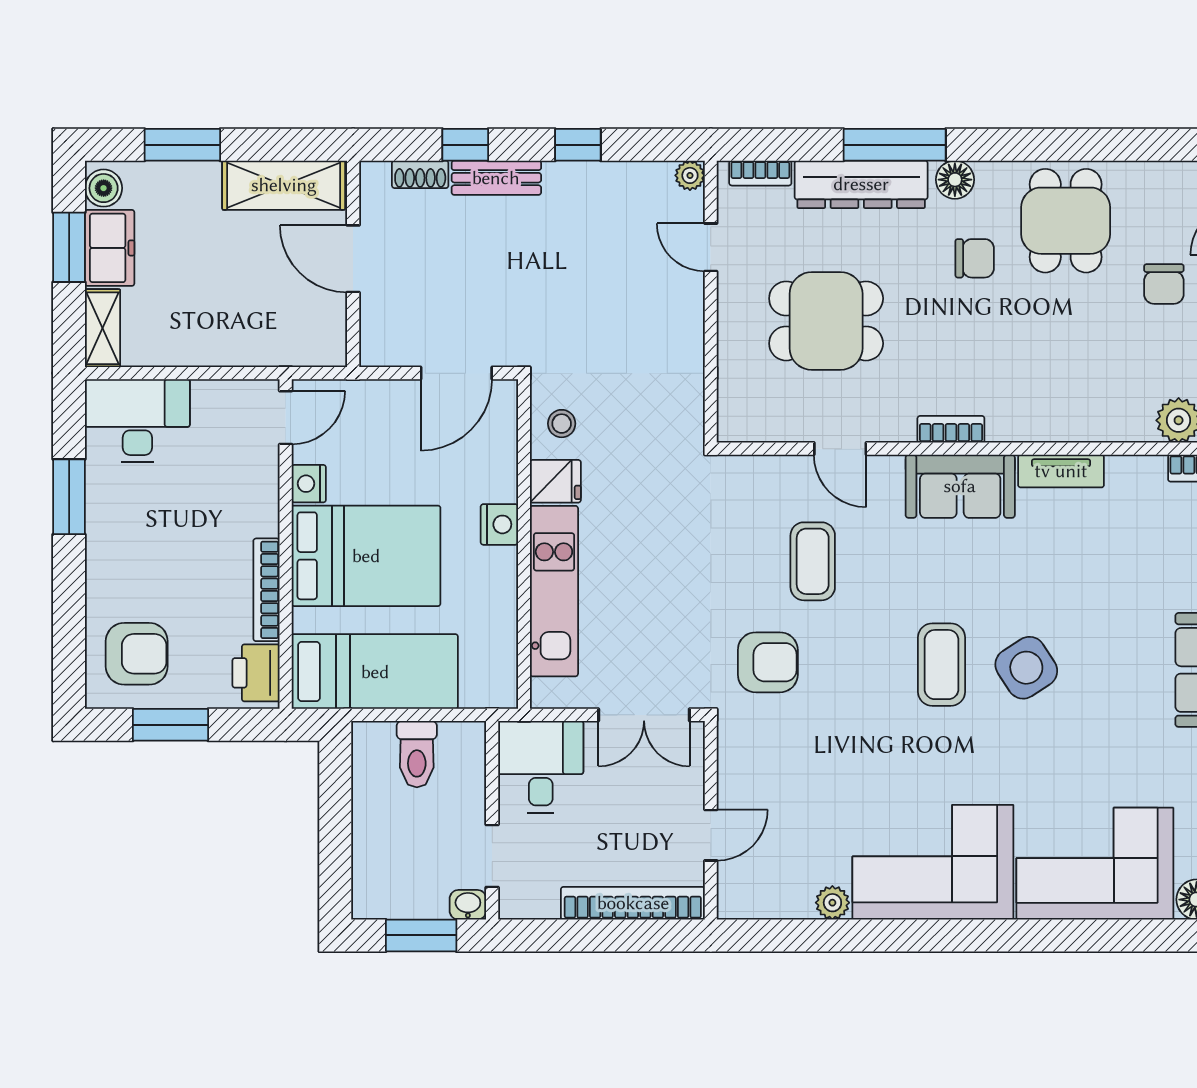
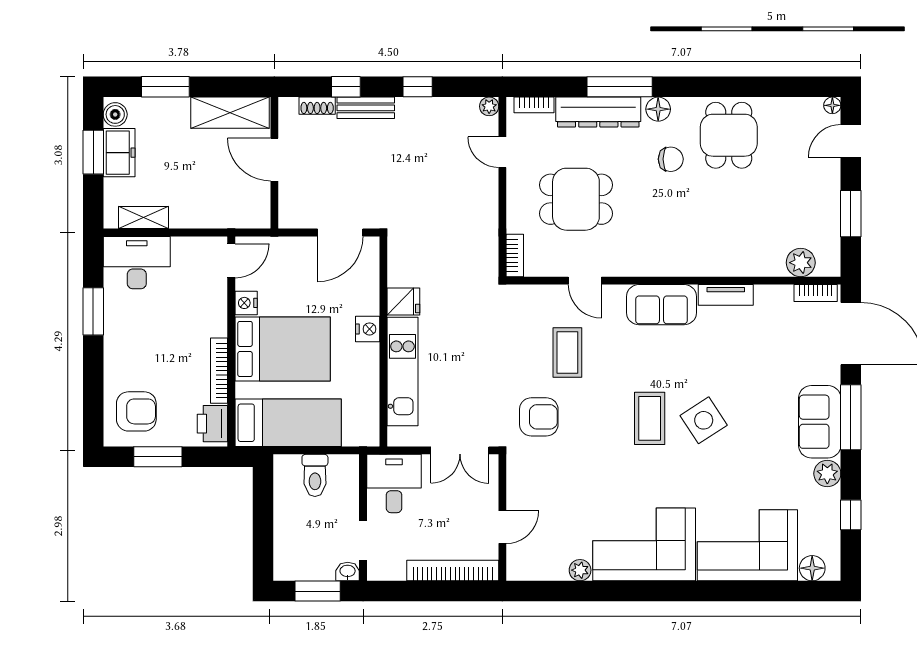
chair: (1164, 284) -> (791, 176), removed
shelving: (102, 328) -> (144, 218), moved, turned 90
stool: (562, 424) -> (407, 265), removed
bookcase: (951, 429) -> (515, 255), moved, turned 90

